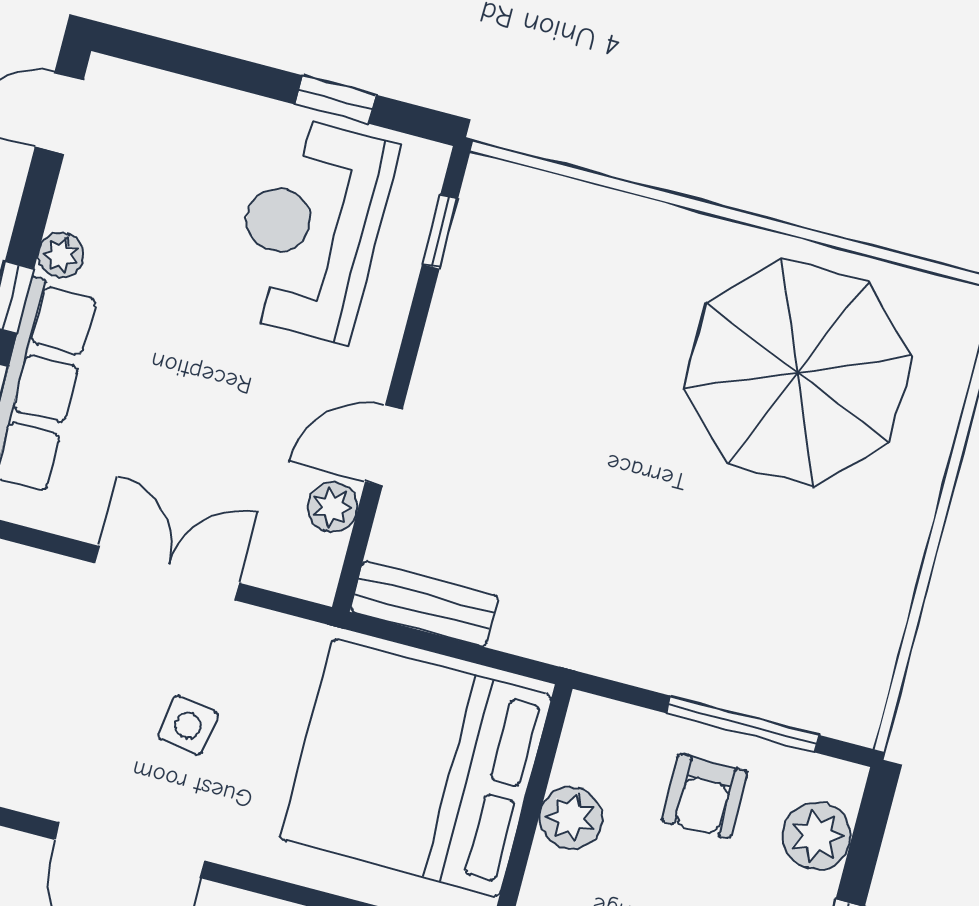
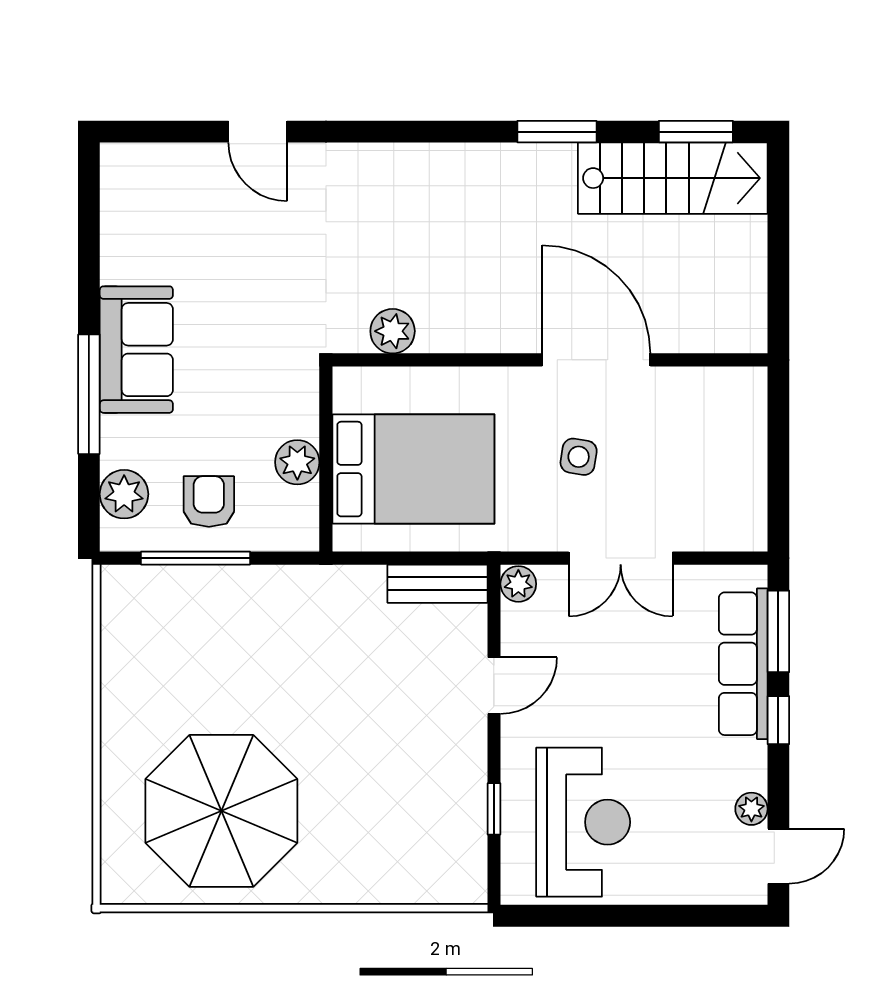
window: (336, 100) -> (590, 916), removed
window: (440, 232) -> (494, 809), moved
plant: (61, 255) -> (751, 809), moved
plant: (332, 507) -> (518, 584), moved
bed: (416, 767) -> (413, 469), width x0.73

